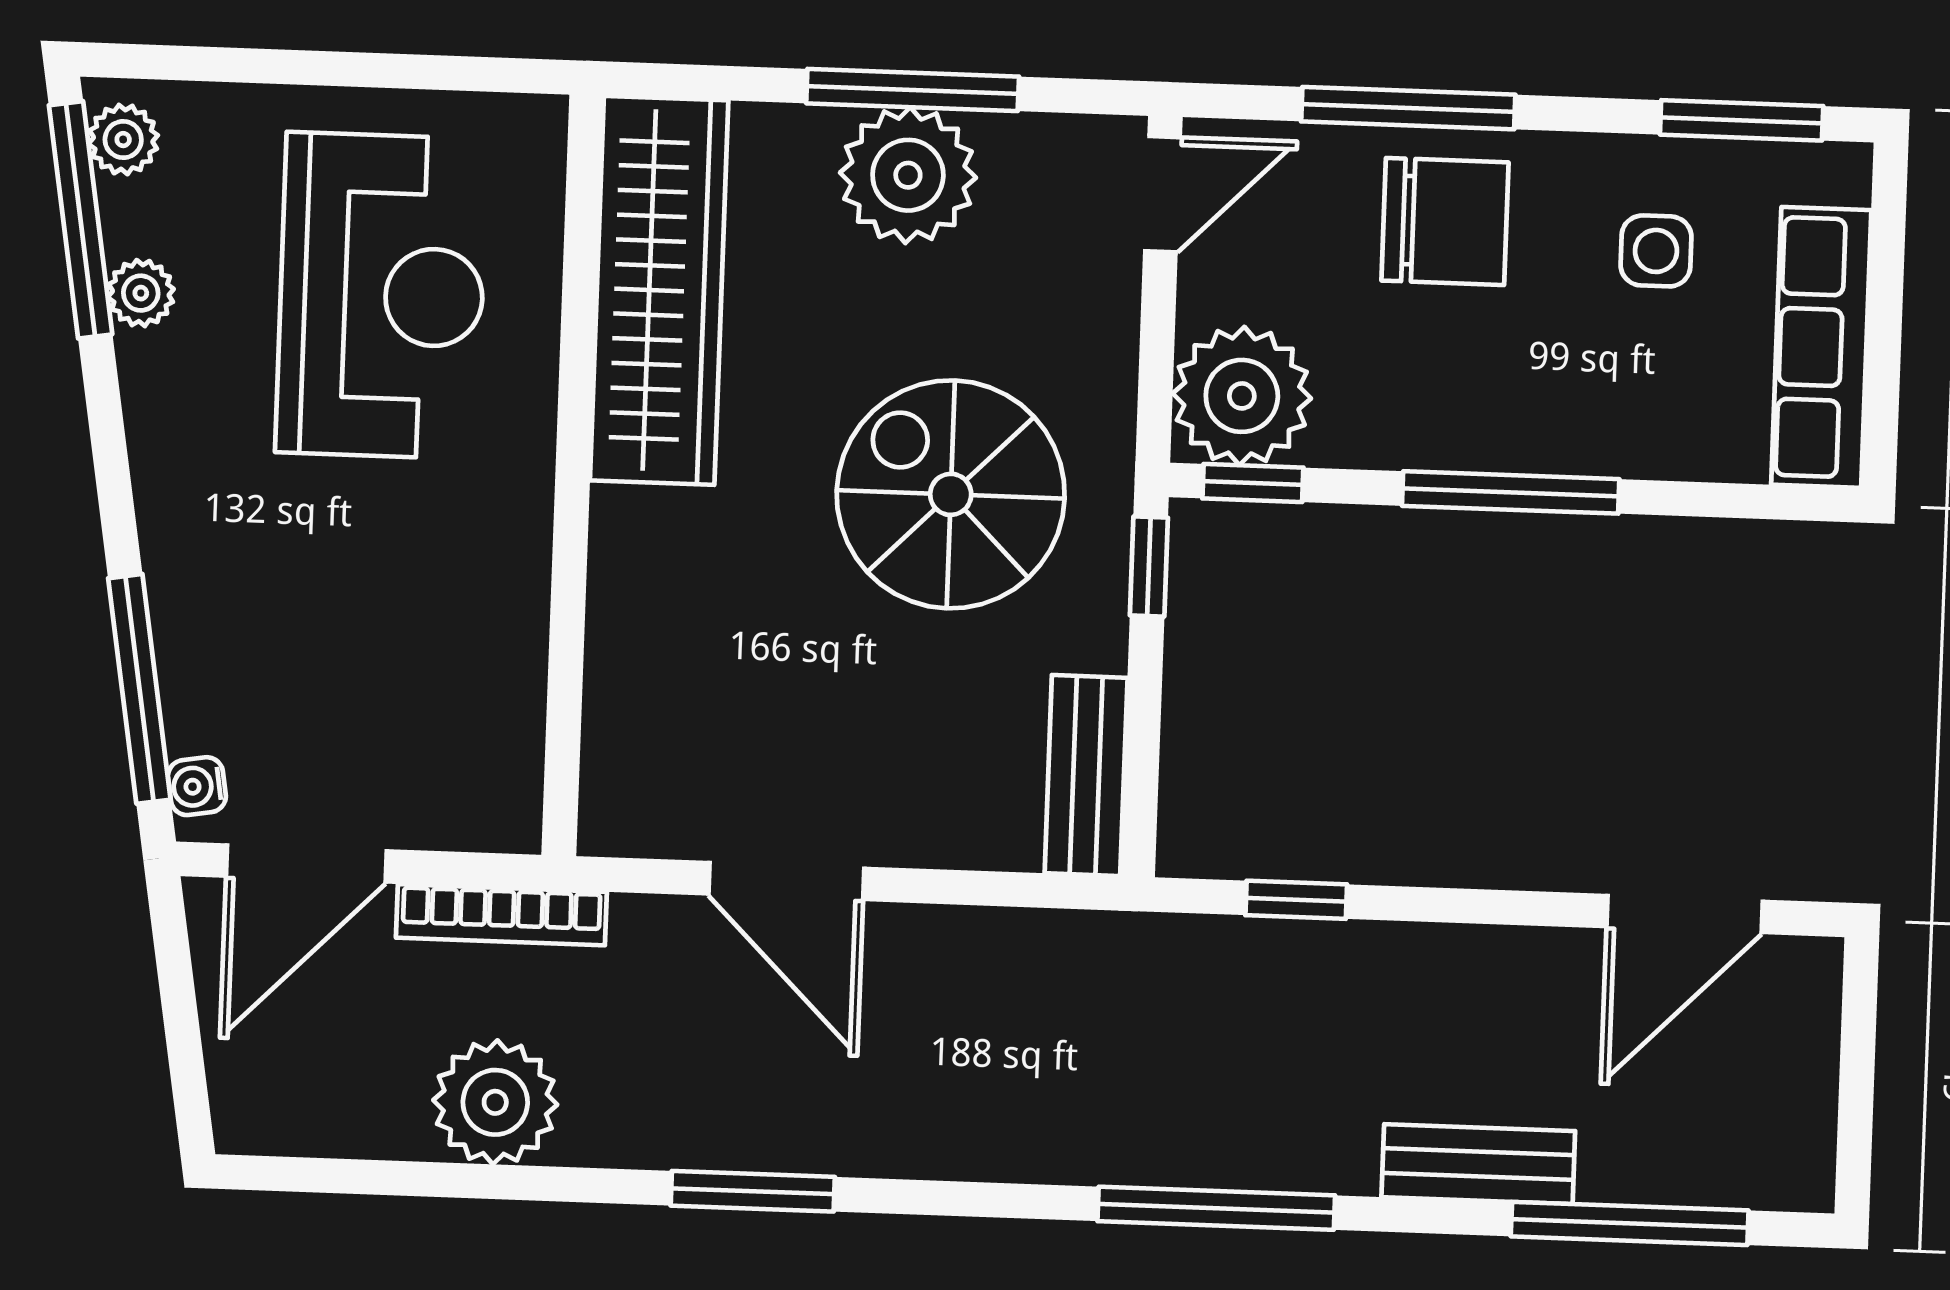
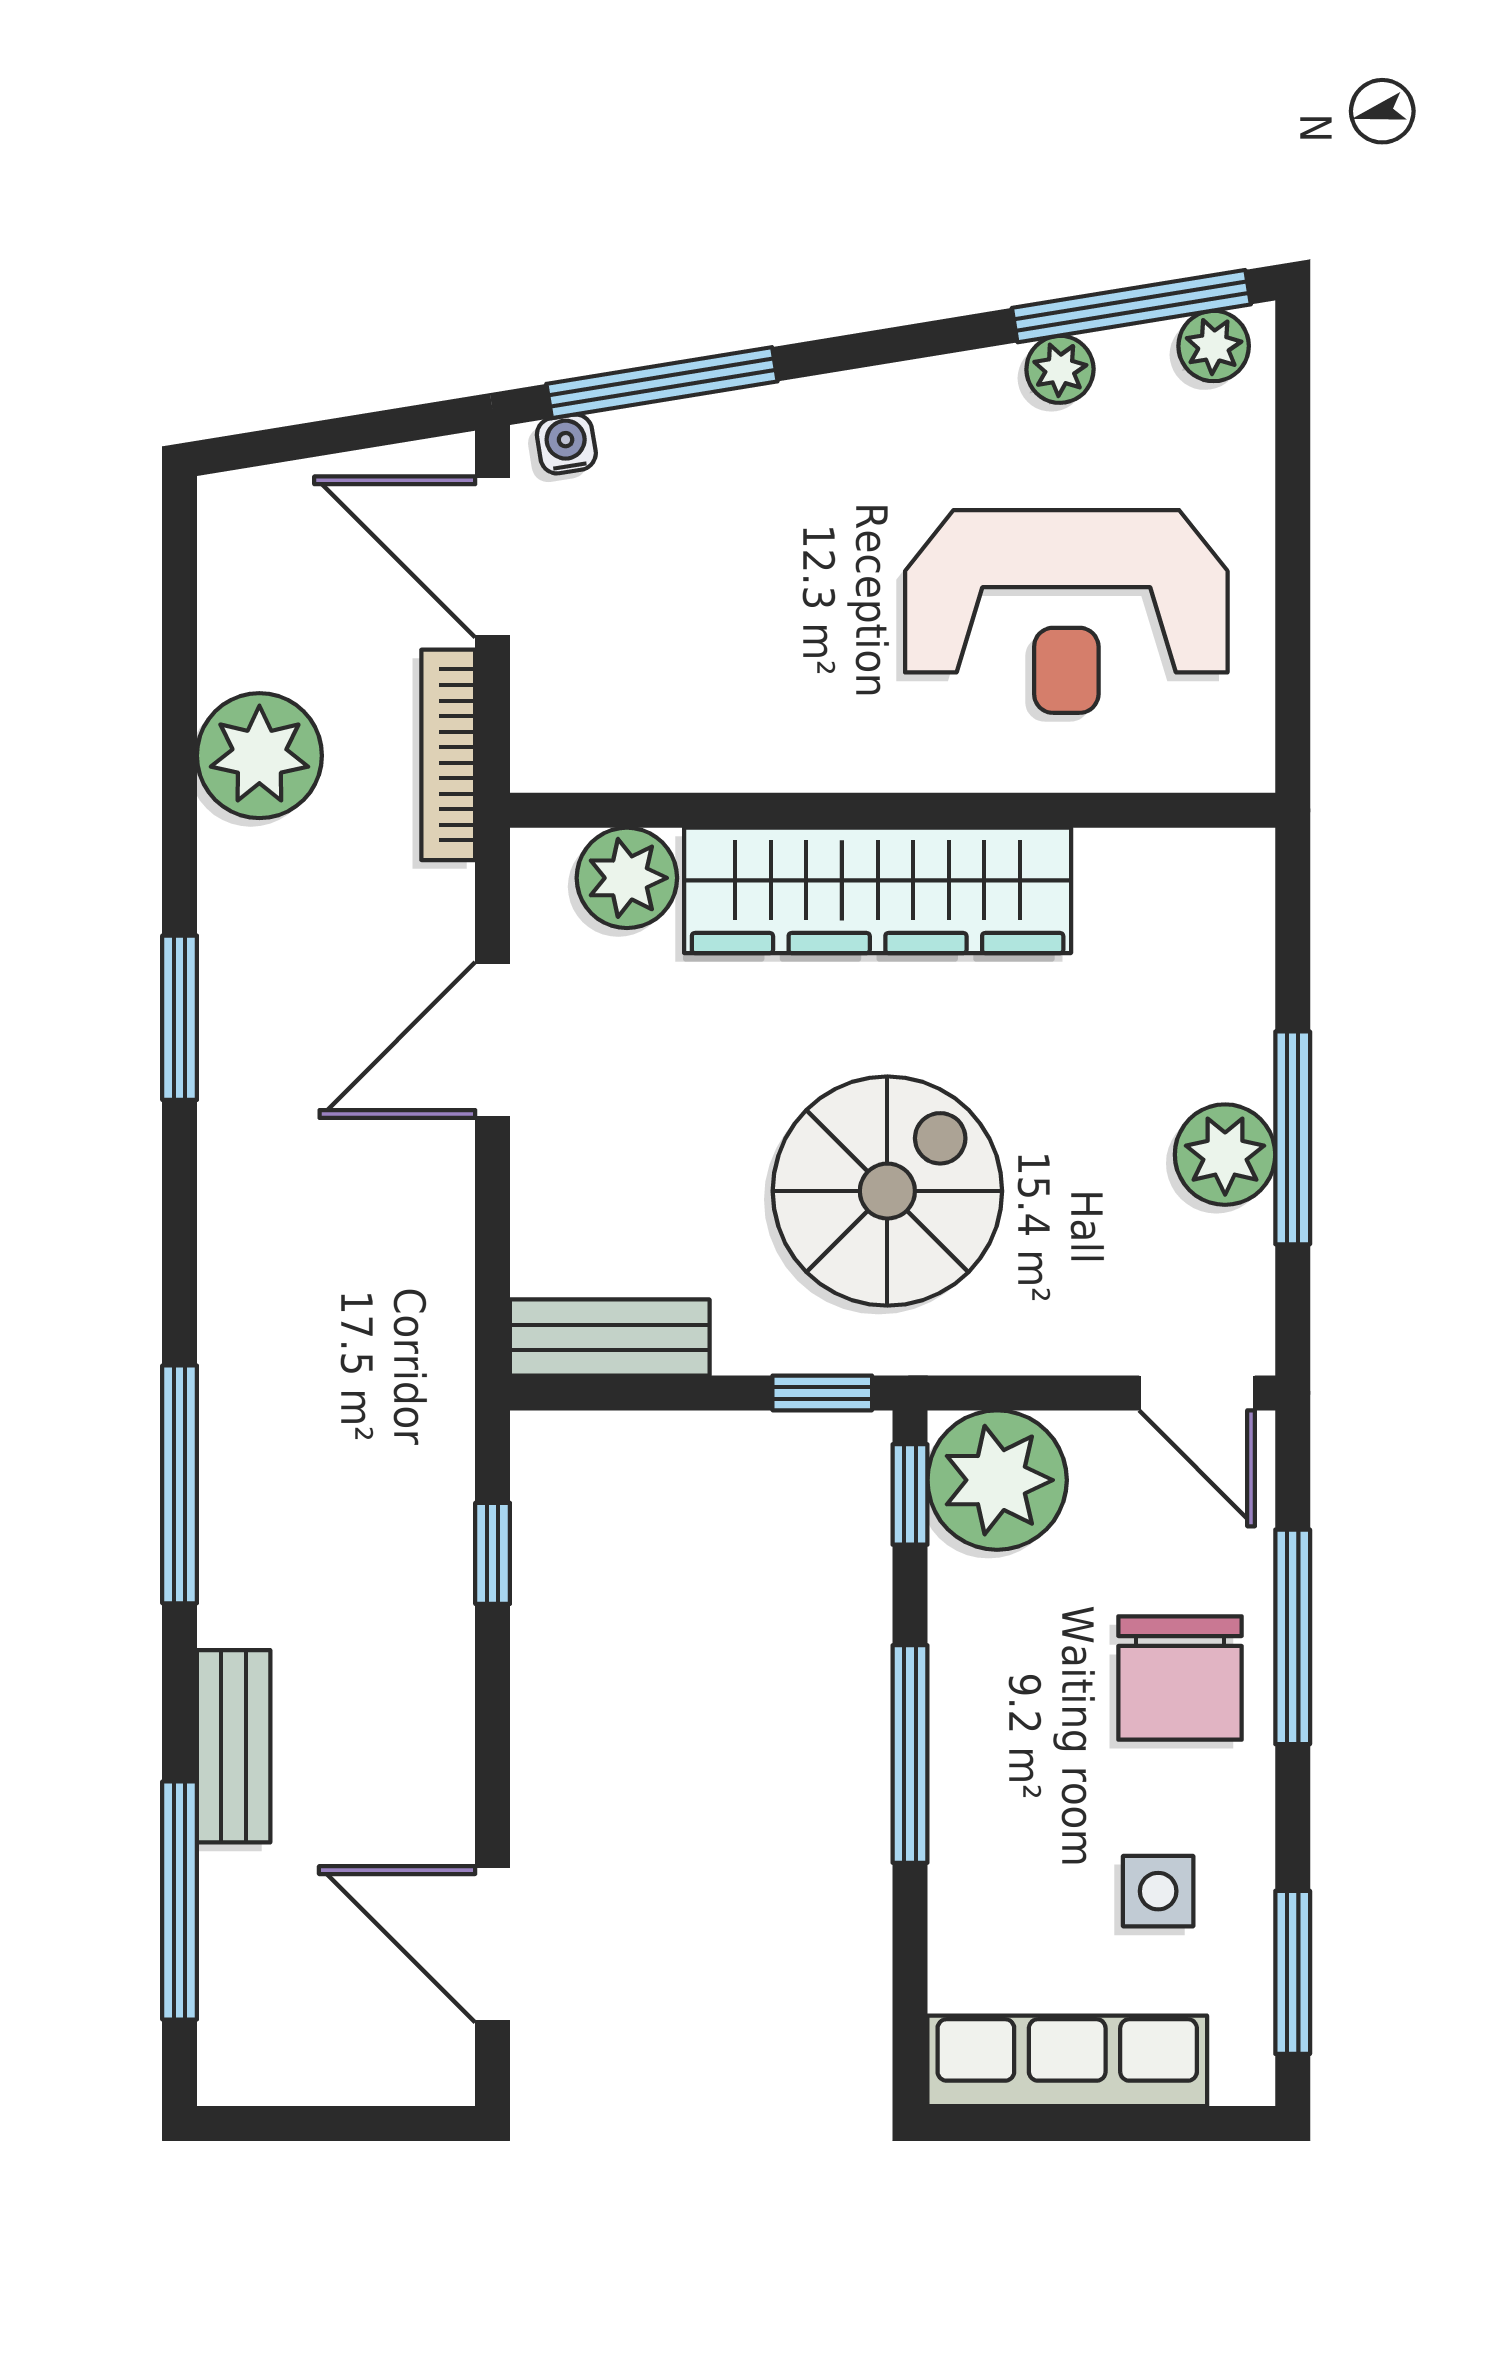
plant: (908, 175) -> (1225, 1155), width x0.73, depth x0.73
wardrobe: (659, 290) -> (878, 890), moved
plant: (630, 742) -> (627, 878), added

